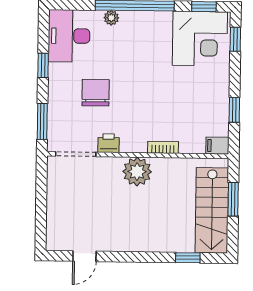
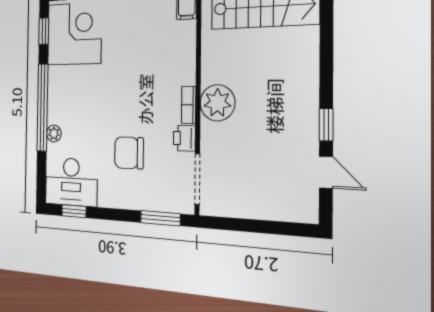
window: (43, 65) -> (74, 211), moved
bookcase: (163, 147) -> (189, 105), moved
window: (188, 258) -> (326, 125), moved

